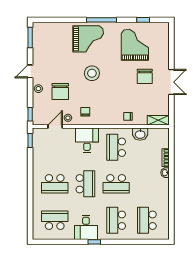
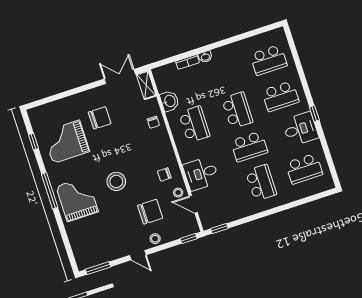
double door: (171, 82) -> (120, 76), moved
desk: (87, 140) -> (201, 174), moved
school desk: (116, 147) -> (194, 124), turned -90
school desk: (85, 184) -> (249, 147), turned 180
school desk: (55, 220) -> (304, 169), turned -90

